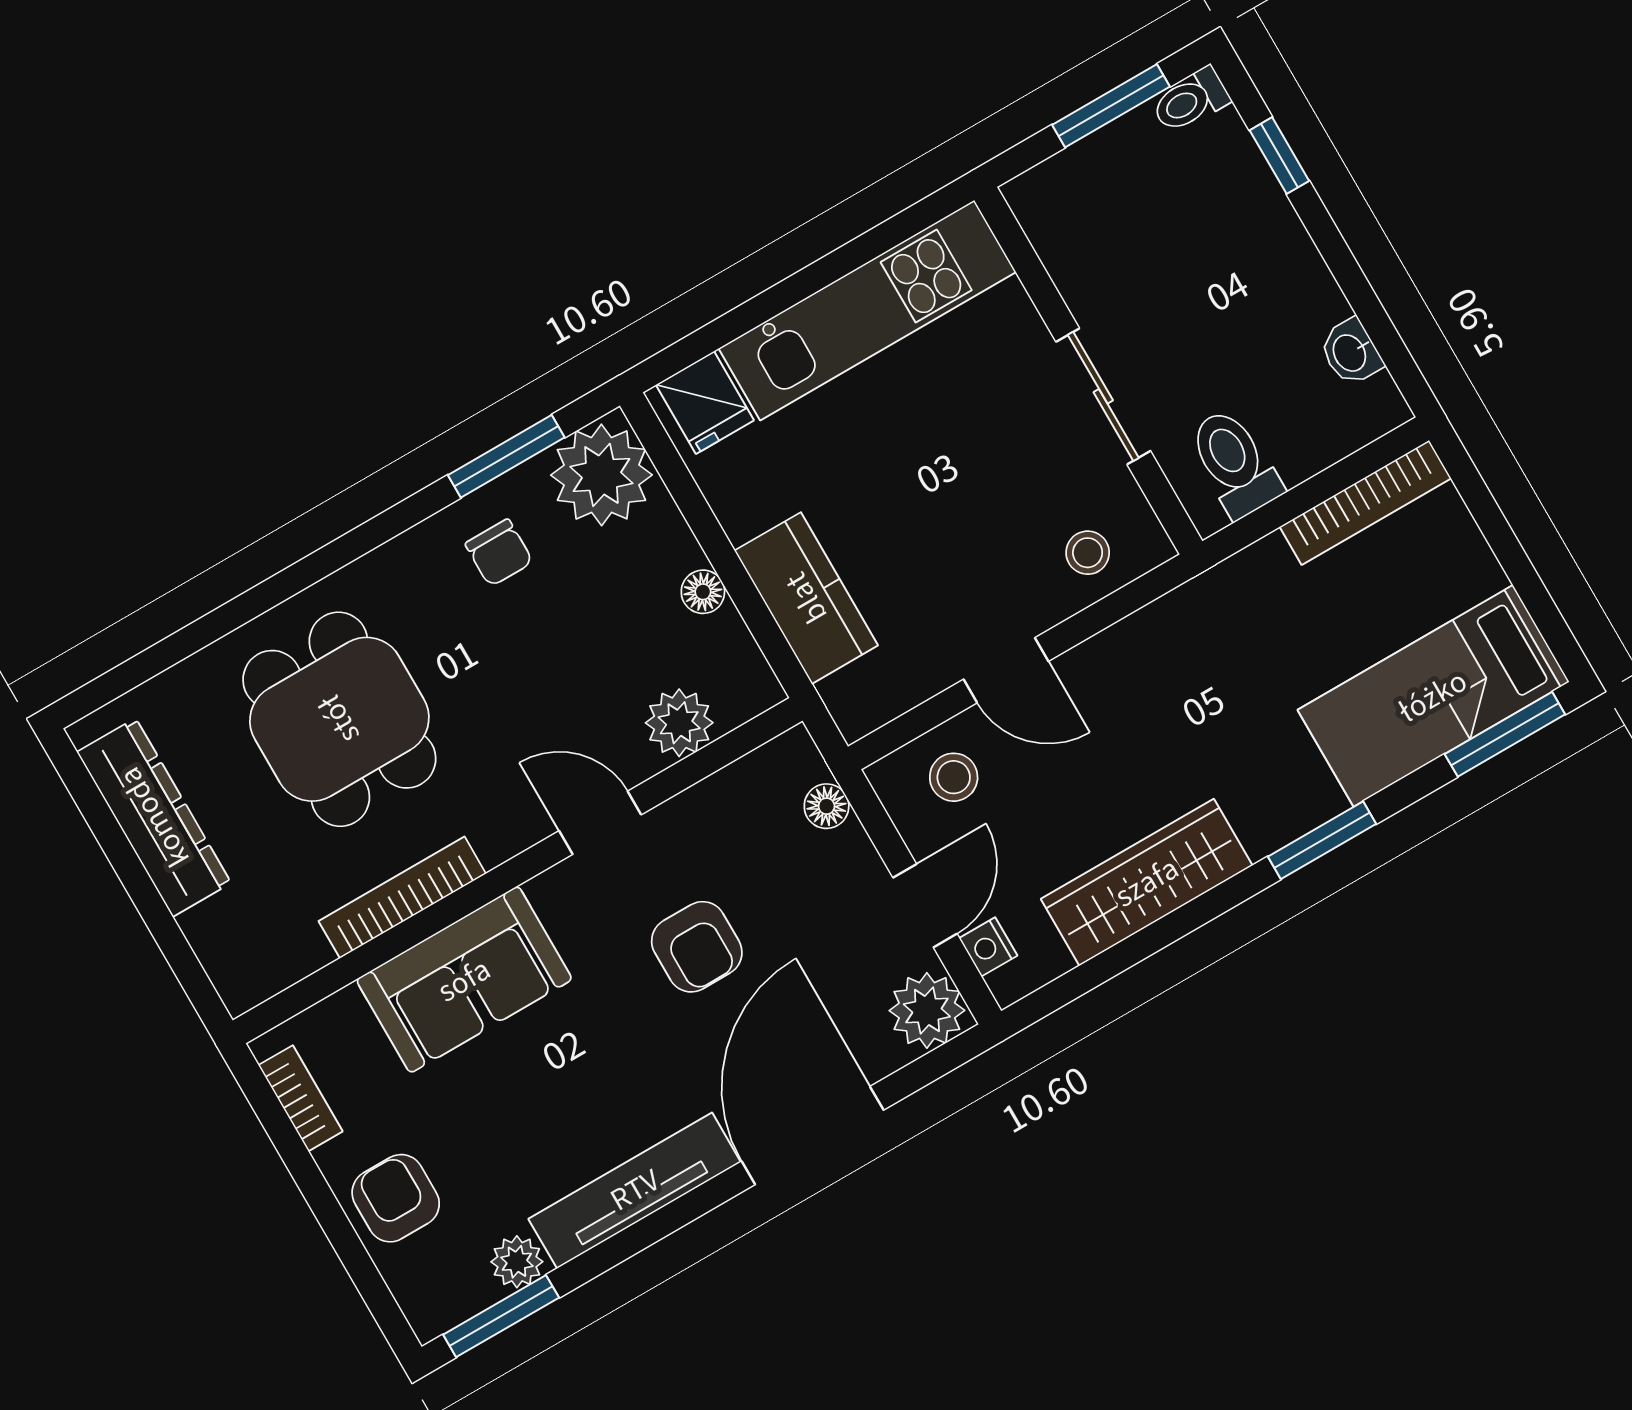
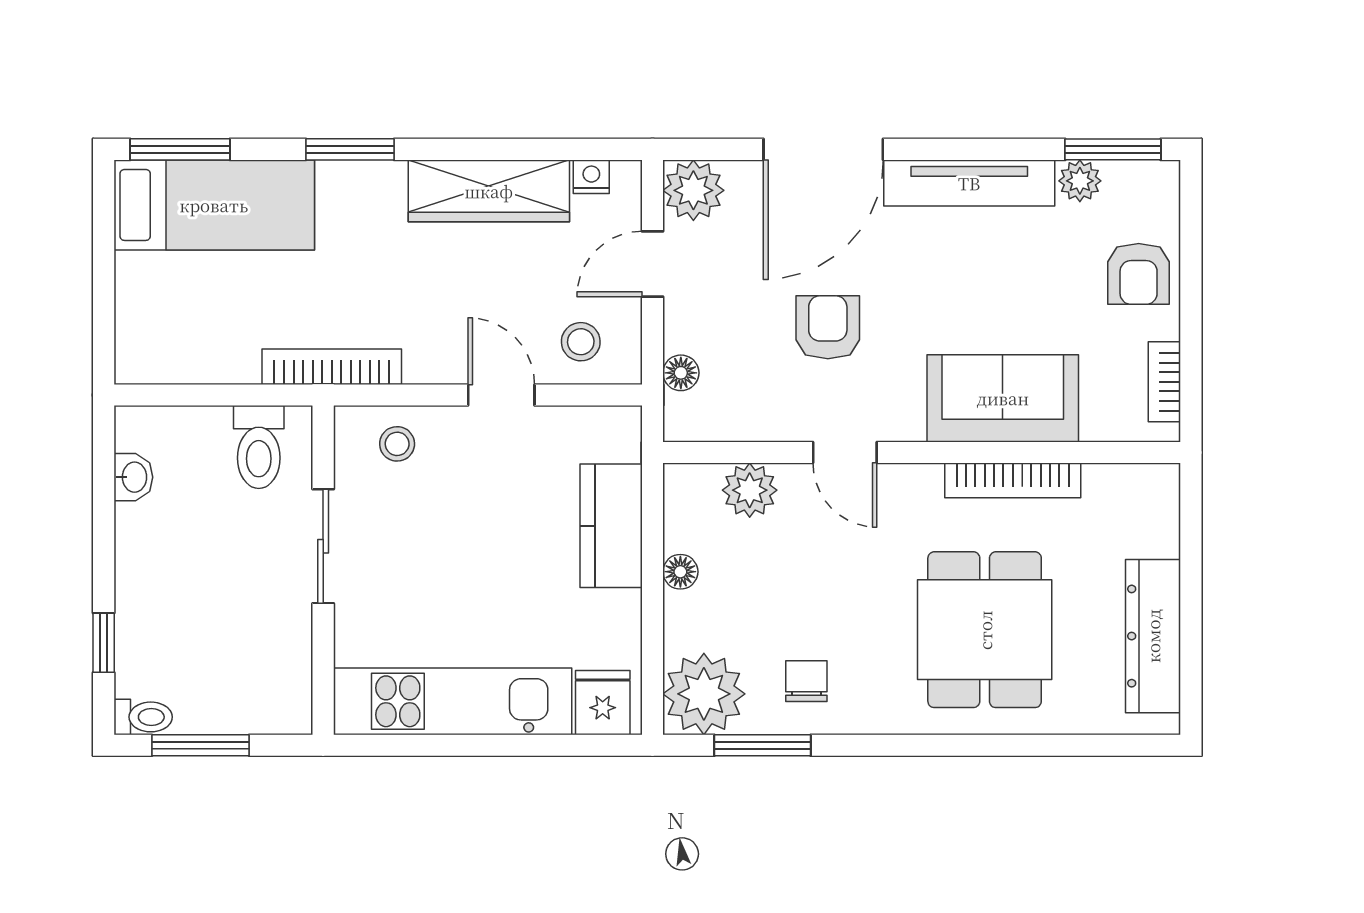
bookcase: (1365, 502) -> (332, 367), moved
nightstand: (988, 947) -> (591, 177), moved, turned -90

